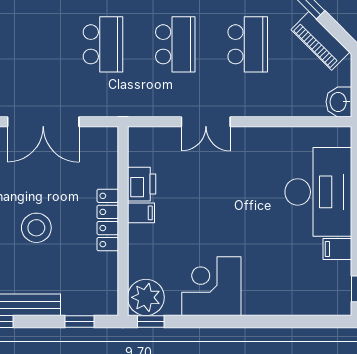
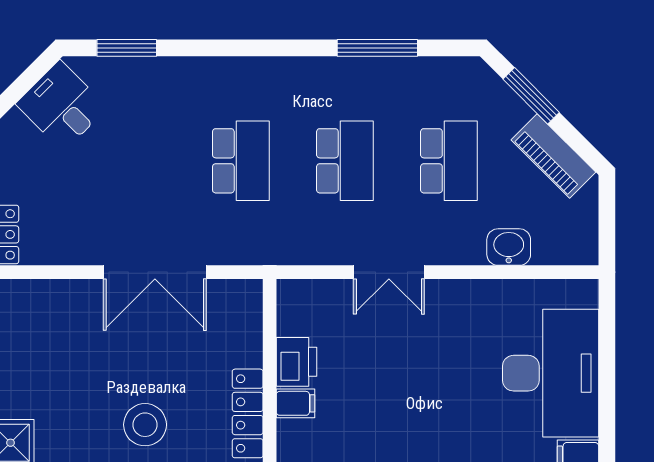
washbasin: (339, 102) -> (509, 247), moved, turned 90

